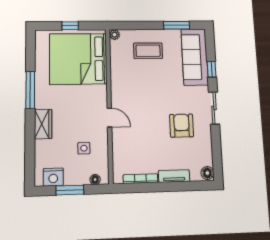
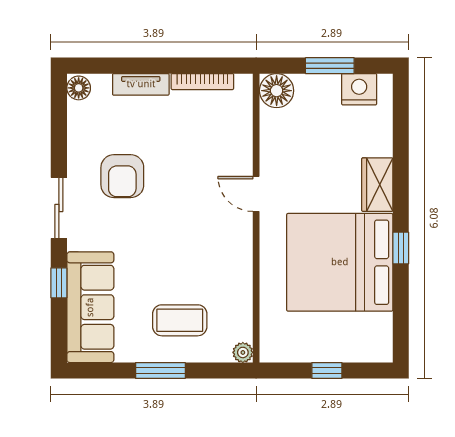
window: (177, 25) -> (160, 371), moved
bed: (78, 59) -> (340, 262), moved, turned 180
window: (30, 90) -> (401, 248), width x0.46
side table: (84, 148) -> (304, 139), removed
floor lamp: (95, 180) -> (277, 91), width x1.89, depth x1.89

